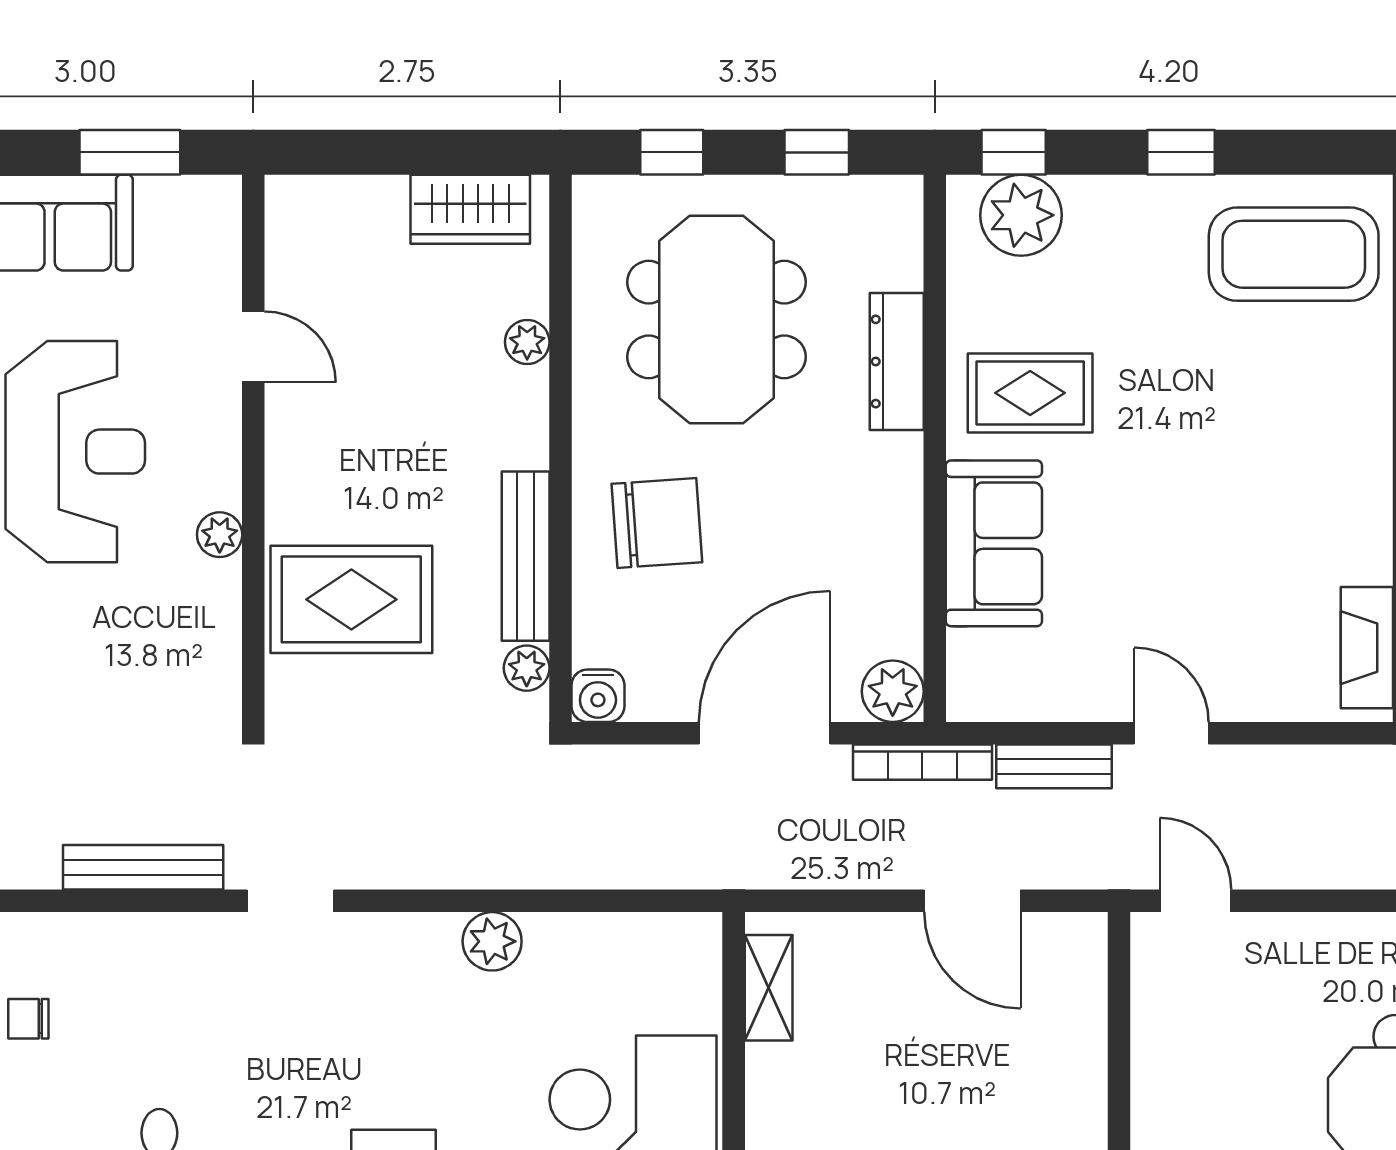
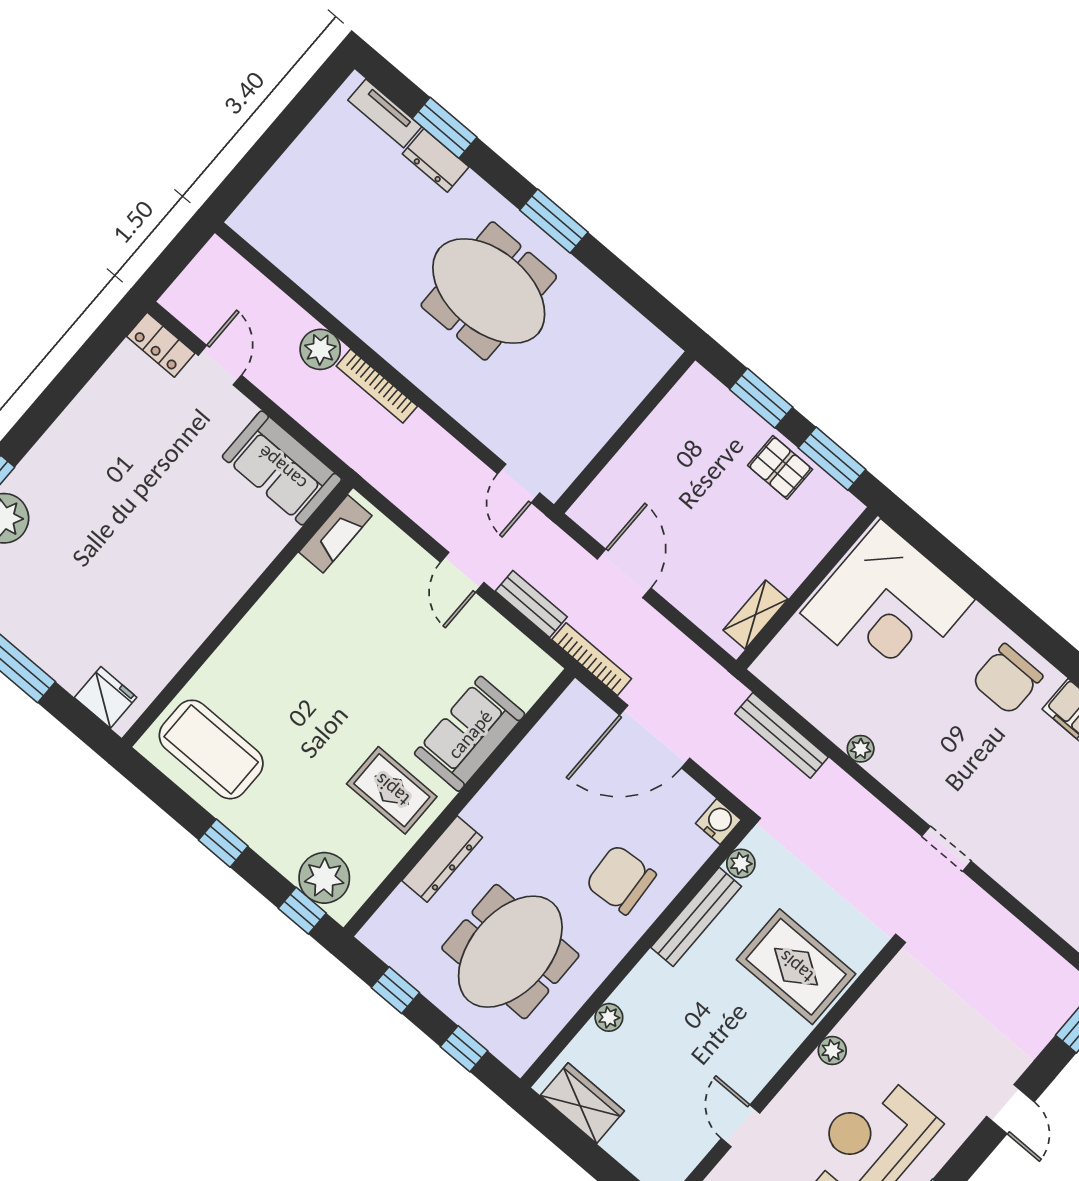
plant: (893, 691) -> (577, 705), removed
bench: (143, 867) -> (782, 735), moved
plant: (492, 941) -> (861, 749), width x0.73, depth x0.73

